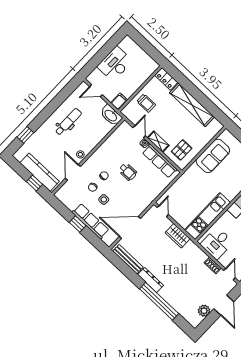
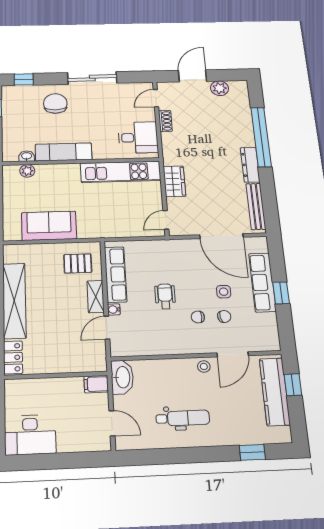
desk: (115, 64) -> (30, 435), moved
trolley: (146, 103) -> (66, 352), removed
dental chair: (68, 122) -> (183, 418), turned 180

